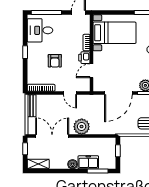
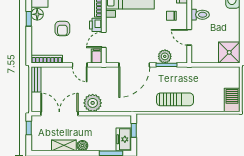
floor lamp: (33, 48) -> (37, 14), added
filing cabinet: (85, 85) -> (97, 56), added
freezer: (88, 162) -> (124, 139), moved, turned -90
shelving: (38, 164) -> (64, 145), moved

